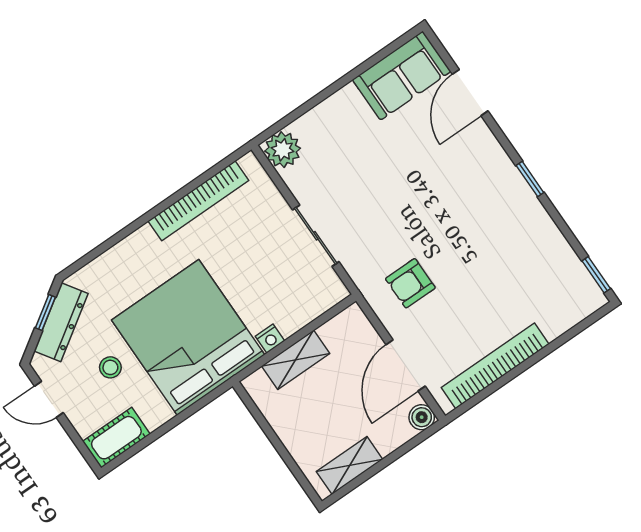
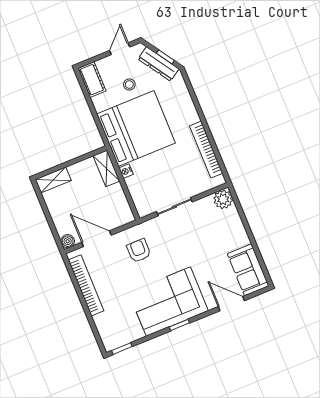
corner sofa: (492, 209) -> (168, 302), added
shelving: (296, 360) -> (106, 168), moved
shelving: (350, 465) -> (53, 180), moved, turned 90

